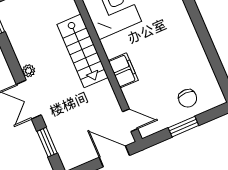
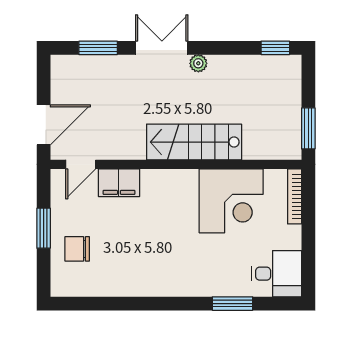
filing cabinet: (123, 70) -> (119, 183), moved

